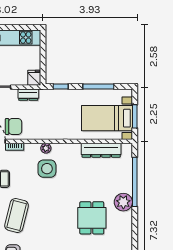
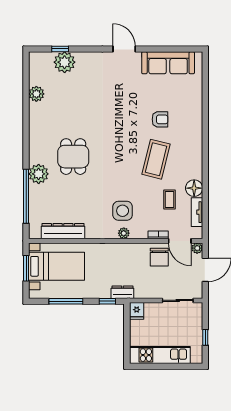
dresser: (28, 95) -> (122, 292), moved
chair: (14, 127) -> (159, 257), turned -90

